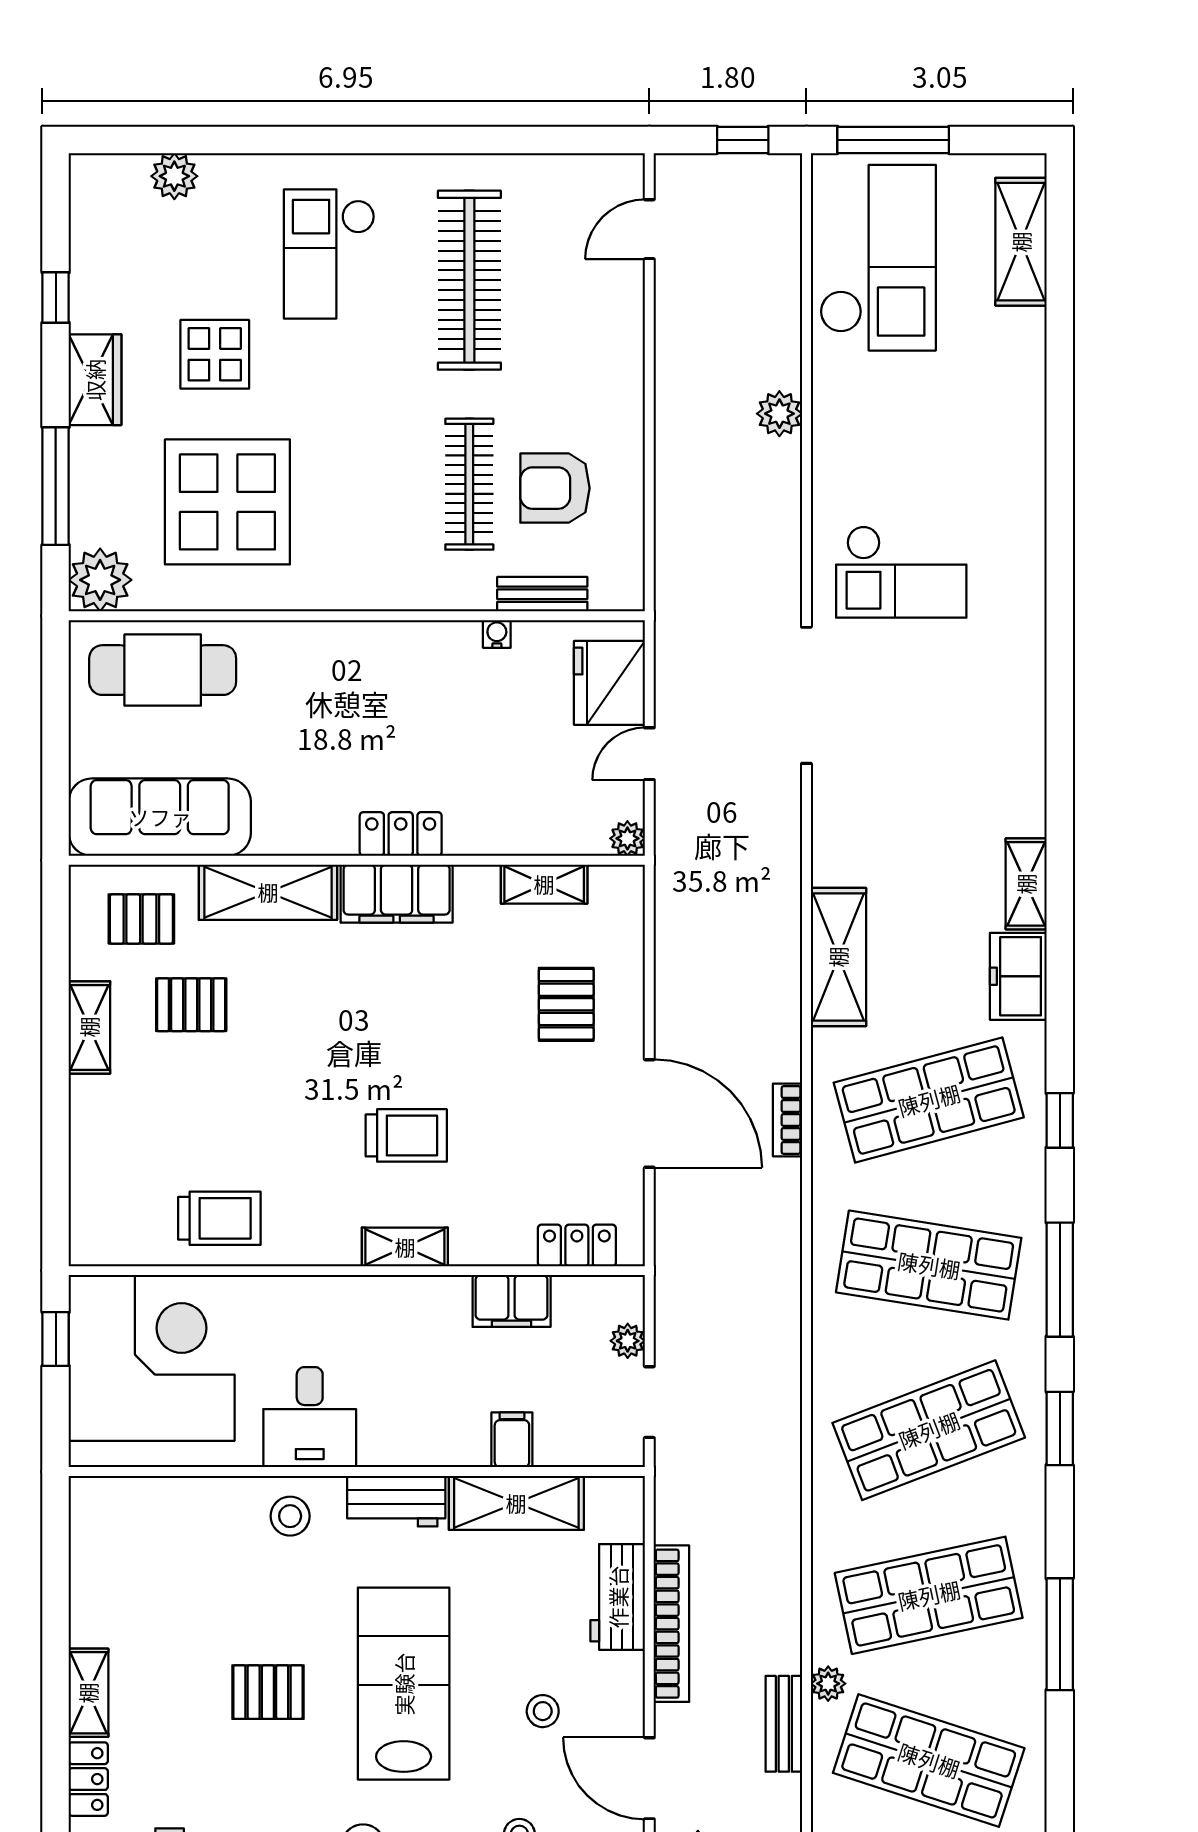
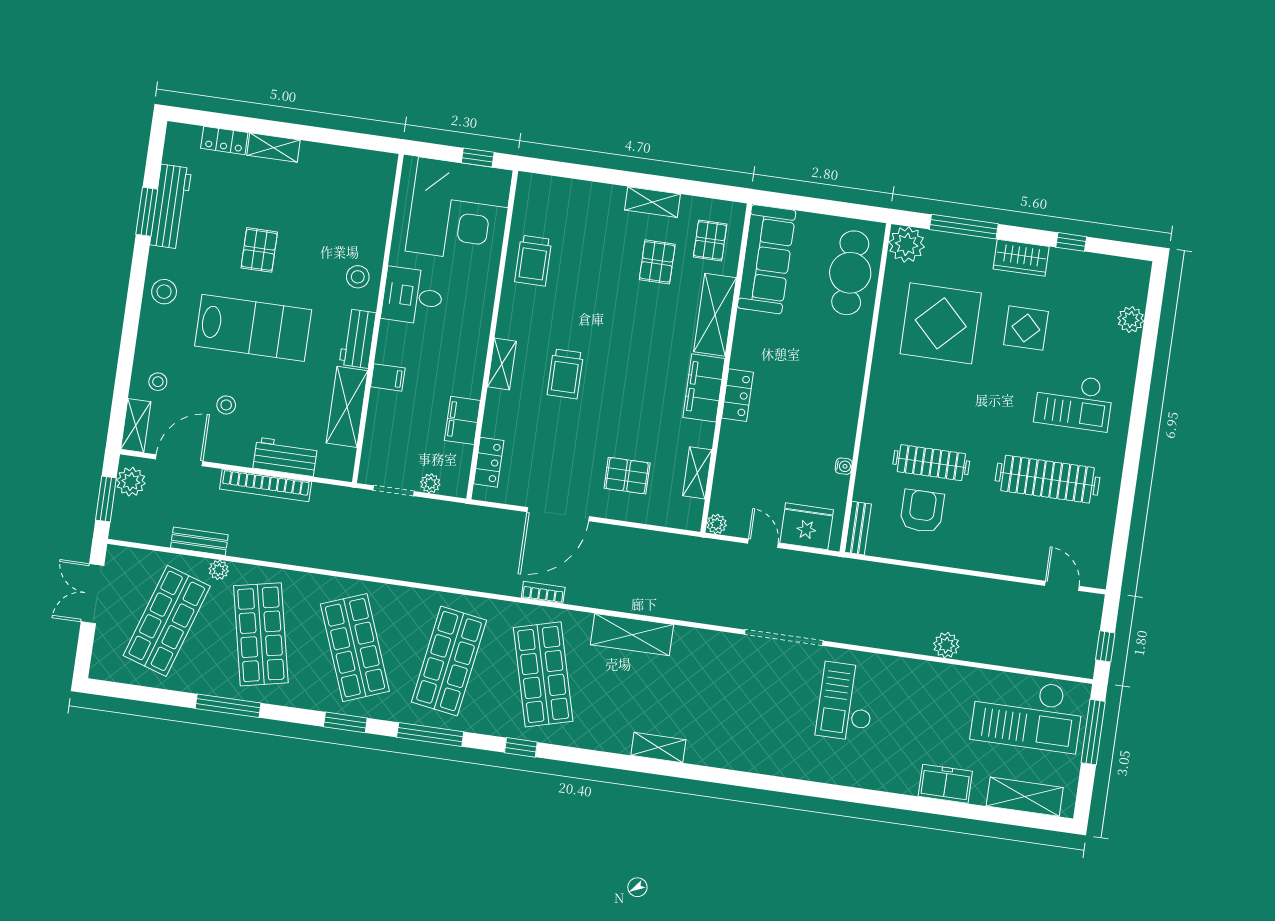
checkout: (329, 254) -> (1074, 401), turned 180
bench: (542, 594) -> (858, 528), moved
freezer: (1018, 976) -> (945, 784), moved
filing cabinet: (512, 1440) -> (388, 377), moved

